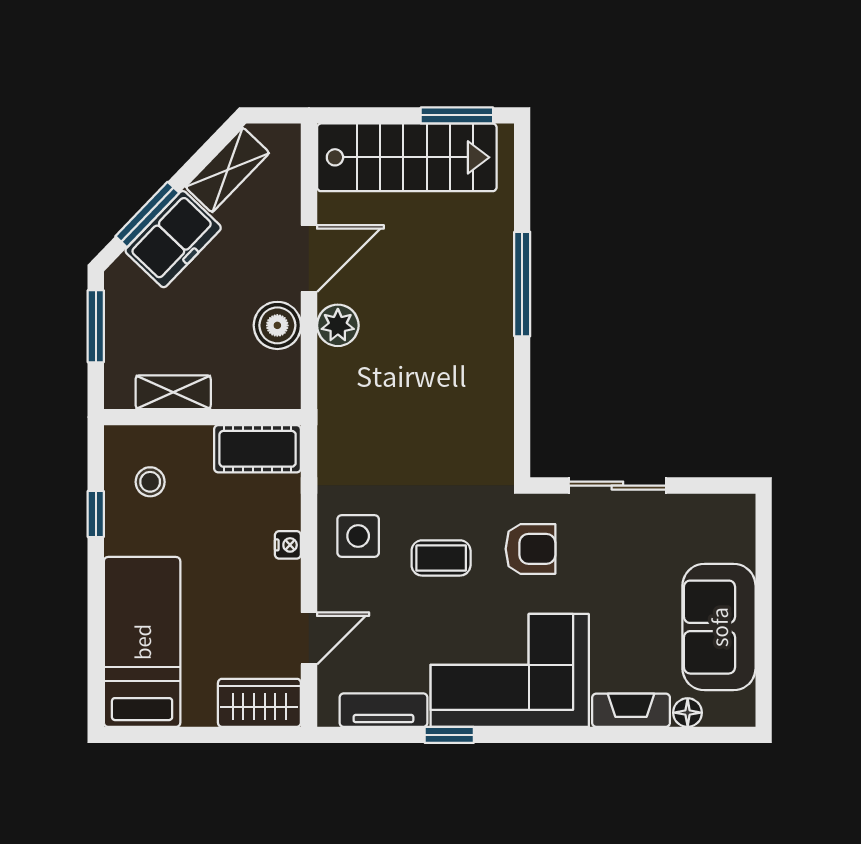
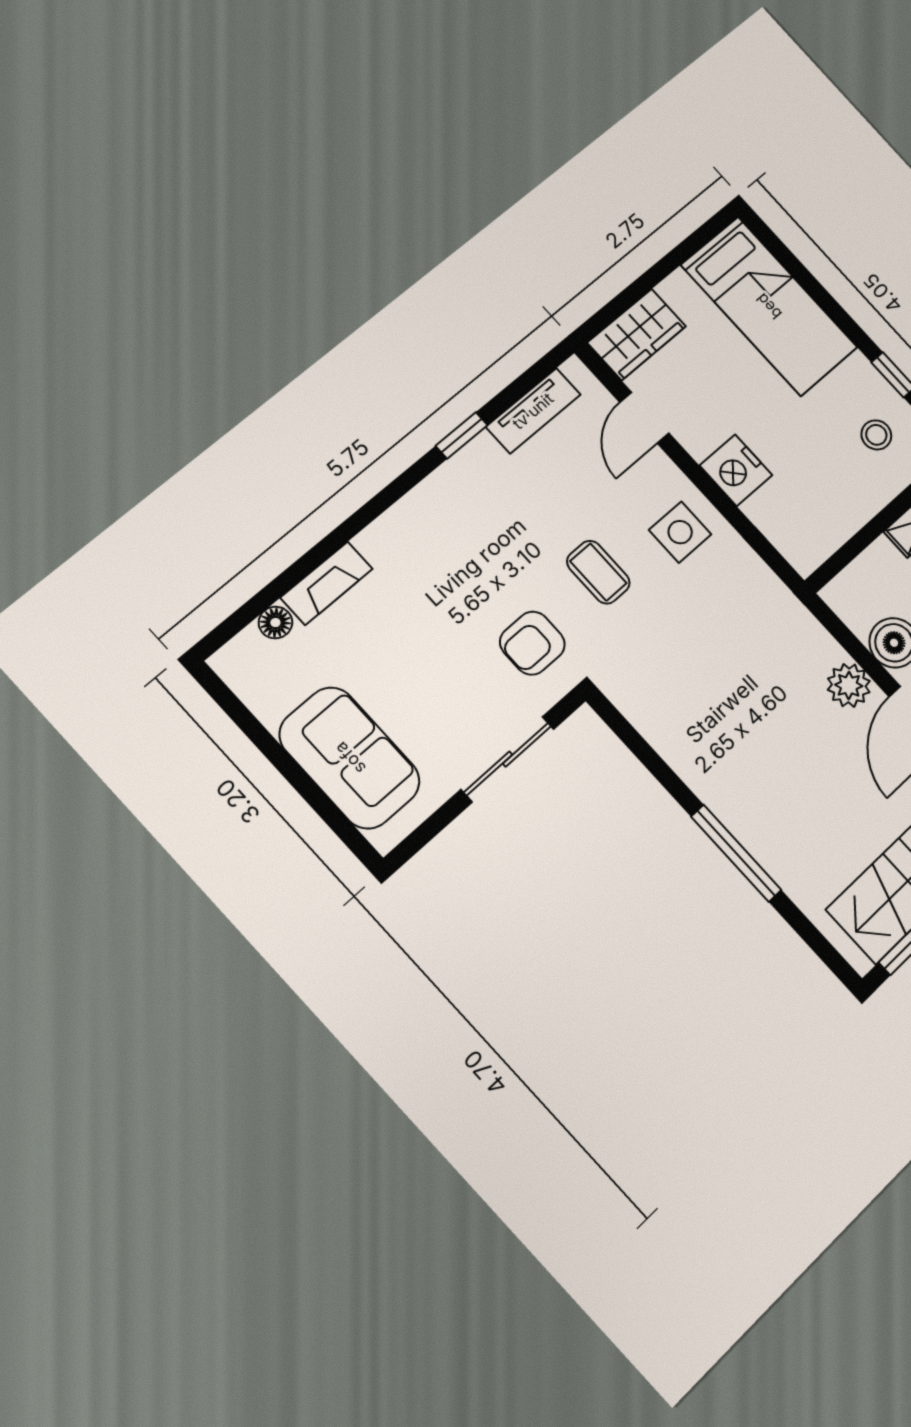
cot: (258, 449) -> (820, 532), removed
nightstand: (288, 545) -> (736, 470), width x1.89, depth x1.79
coffee table: (441, 558) -> (598, 572), turned 90
sofa: (719, 627) -> (350, 758), moved
corner sofa: (510, 670) -> (459, 529), removed

